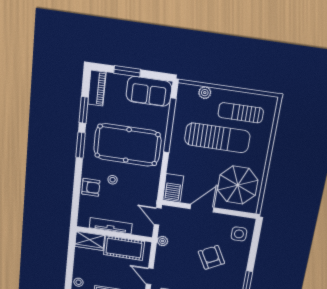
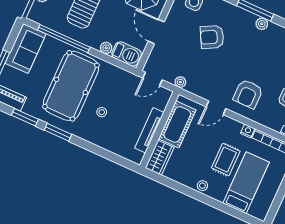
plant: (173, 167) -> (106, 48), added
armchair: (91, 187) -> (103, 137), removed

